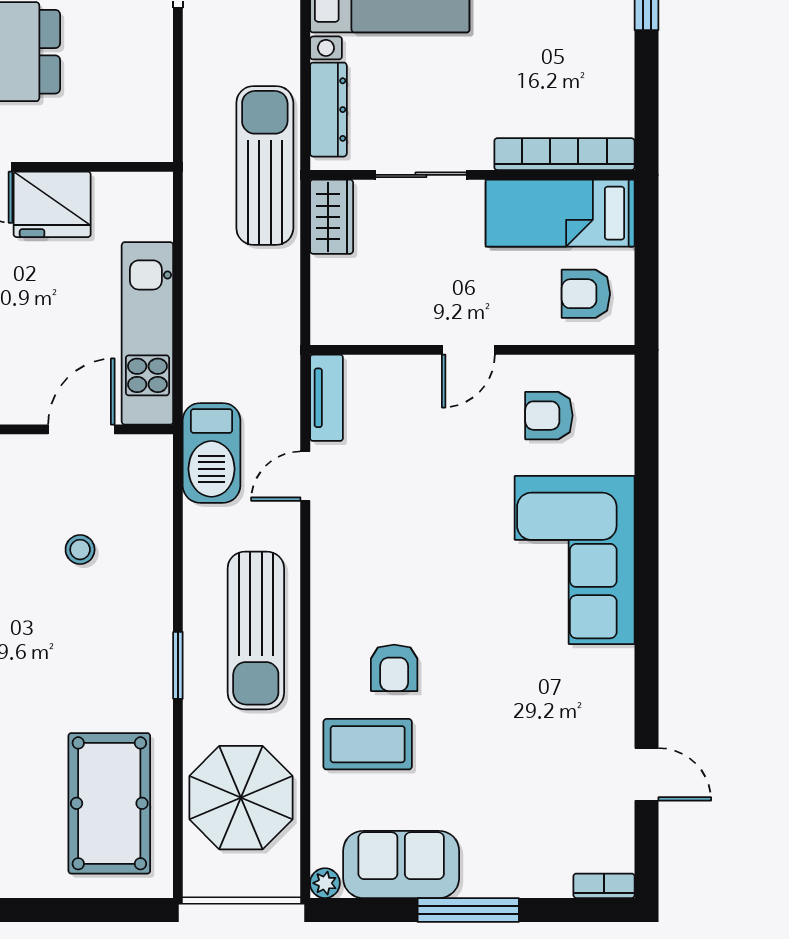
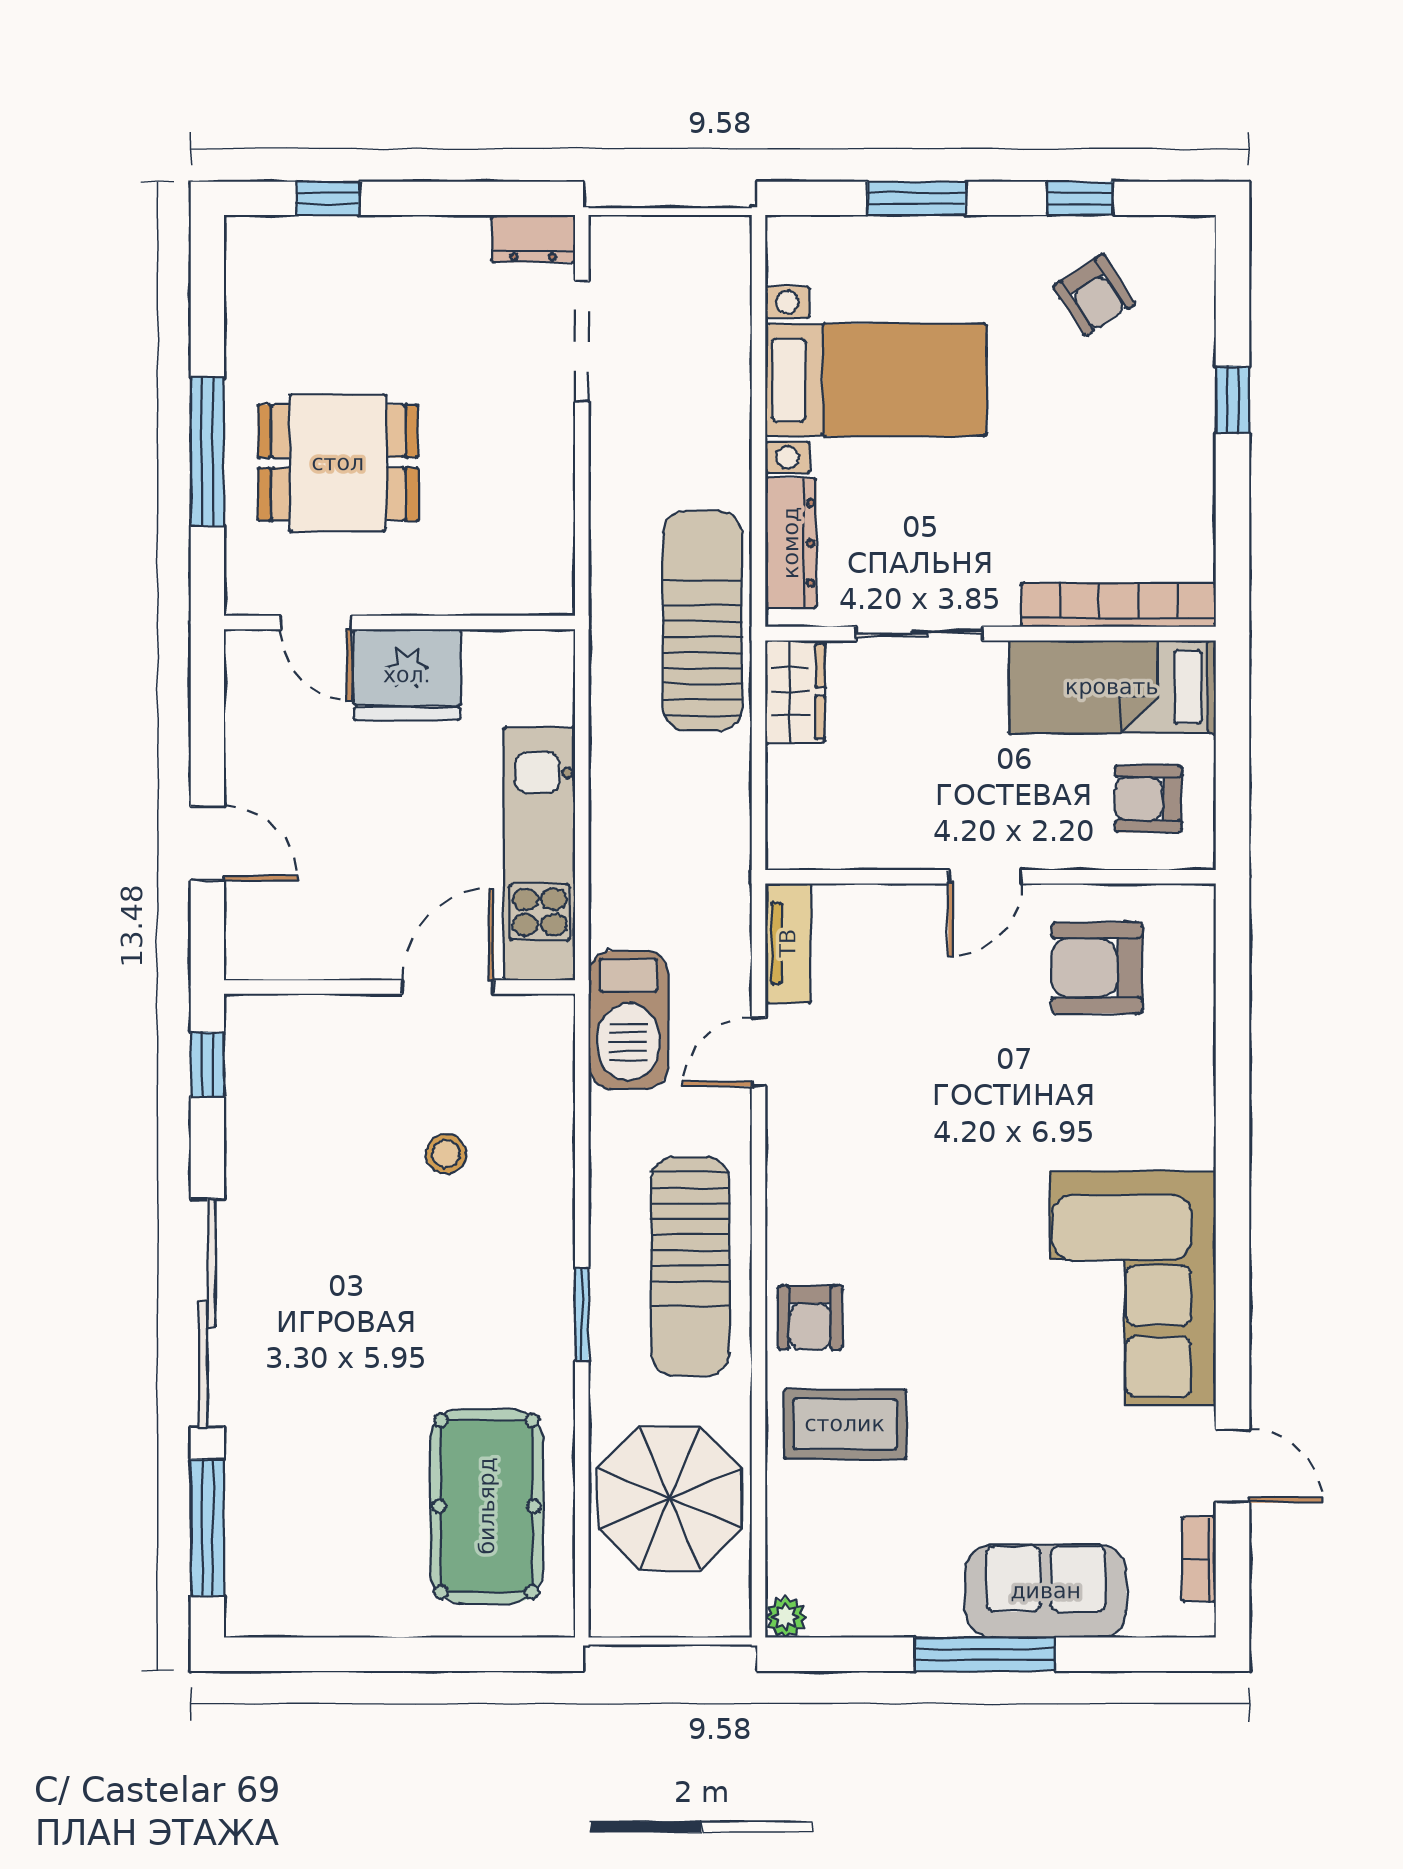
armchair: (549, 416) -> (1097, 968), width x1.38, depth x1.38
corner sofa: (575, 560) -> (1133, 1288), moved
armchair: (394, 668) -> (810, 1317), moved
sofa: (401, 864) -> (1046, 1591), moved
bookcase: (604, 886) -> (1199, 1559), moved, turned -90

